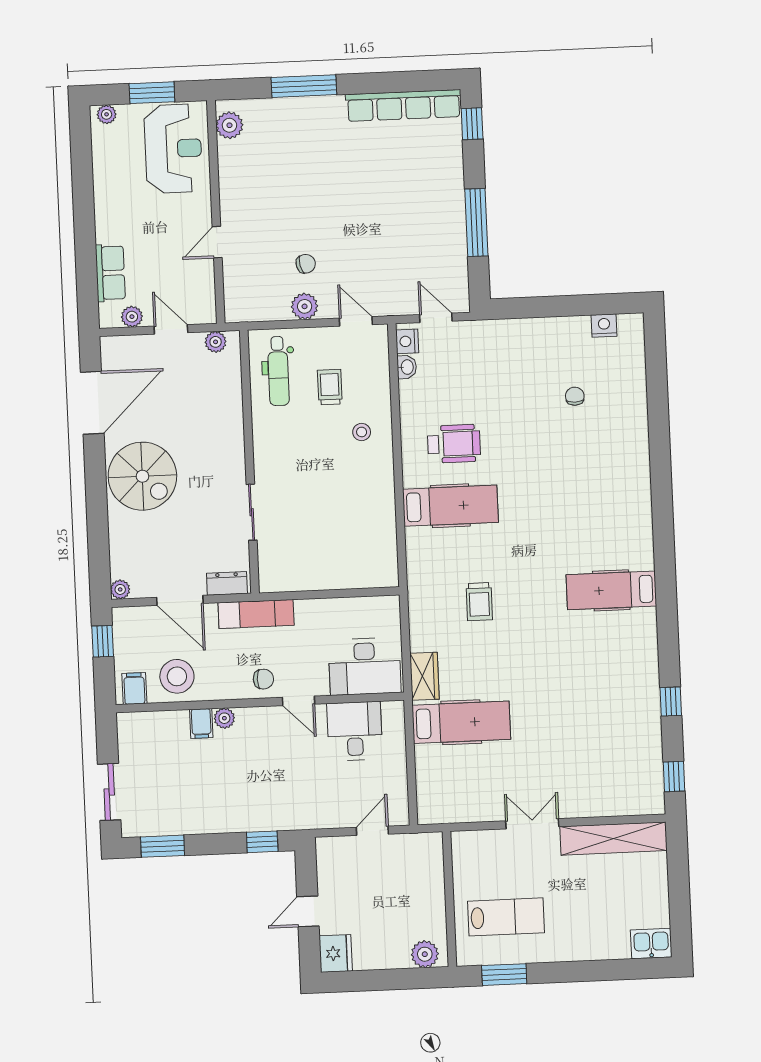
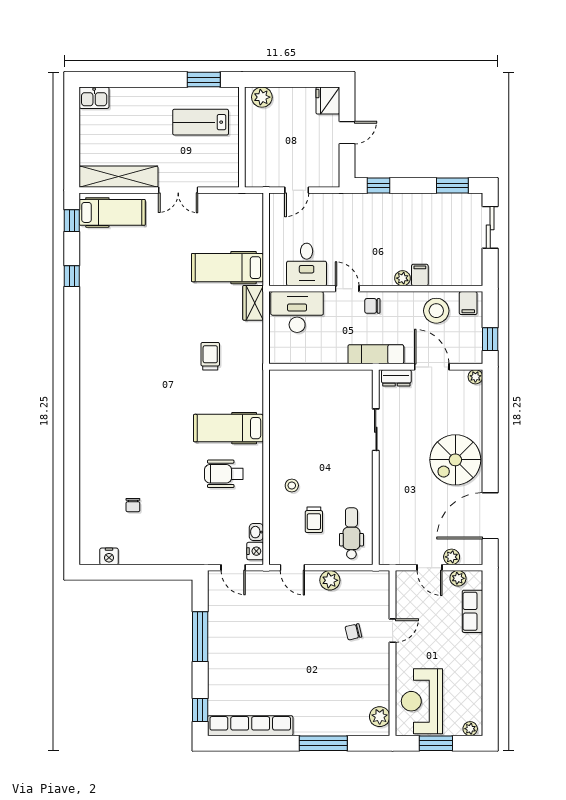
chair: (306, 264) -> (353, 632), moved
plant: (216, 342) -> (452, 557), moved
spiral stairs: (142, 476) -> (455, 460), turned -90
hospital bed: (611, 590) -> (112, 212), moved

